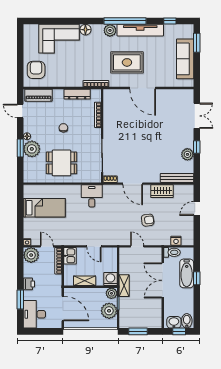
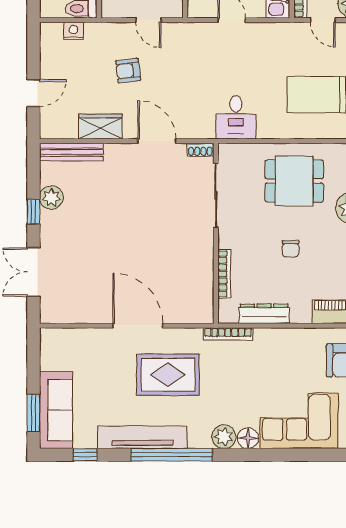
plant: (110, 30) -> (224, 437), moved
sofa: (185, 59) -> (56, 410), moved

